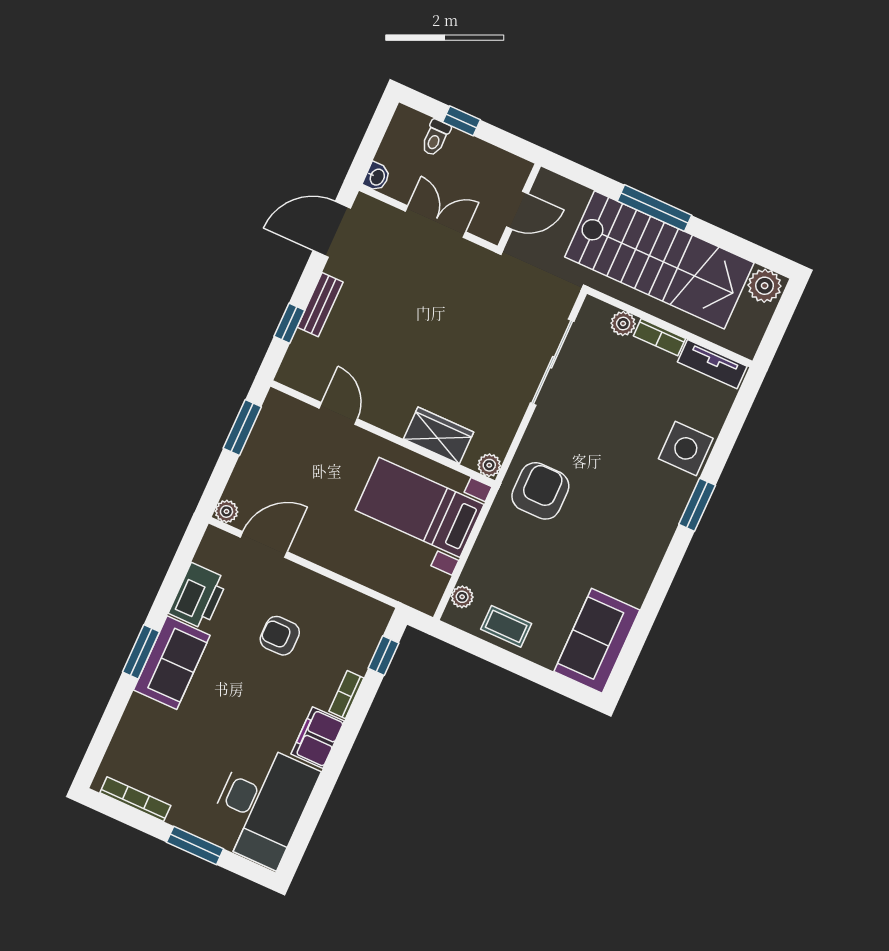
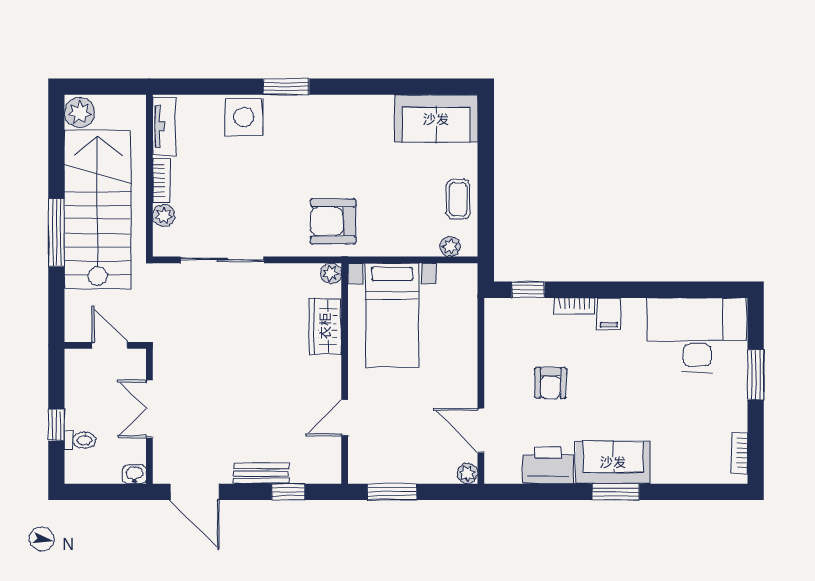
filing cabinet: (318, 738) -> (609, 314), width x0.50
bookcase: (135, 799) -> (740, 453), width x0.64

